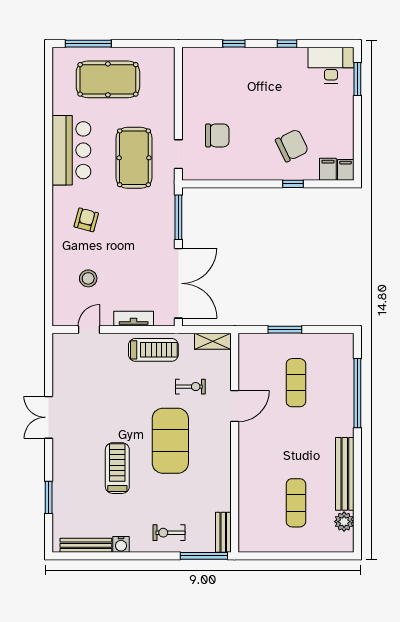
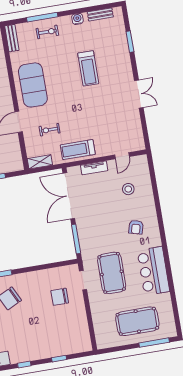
exercise mat: (170, 441) -> (33, 85), moved
bench: (86, 545) -> (100, 14), width x0.73
window: (204, 556) -> (42, 17), moved

